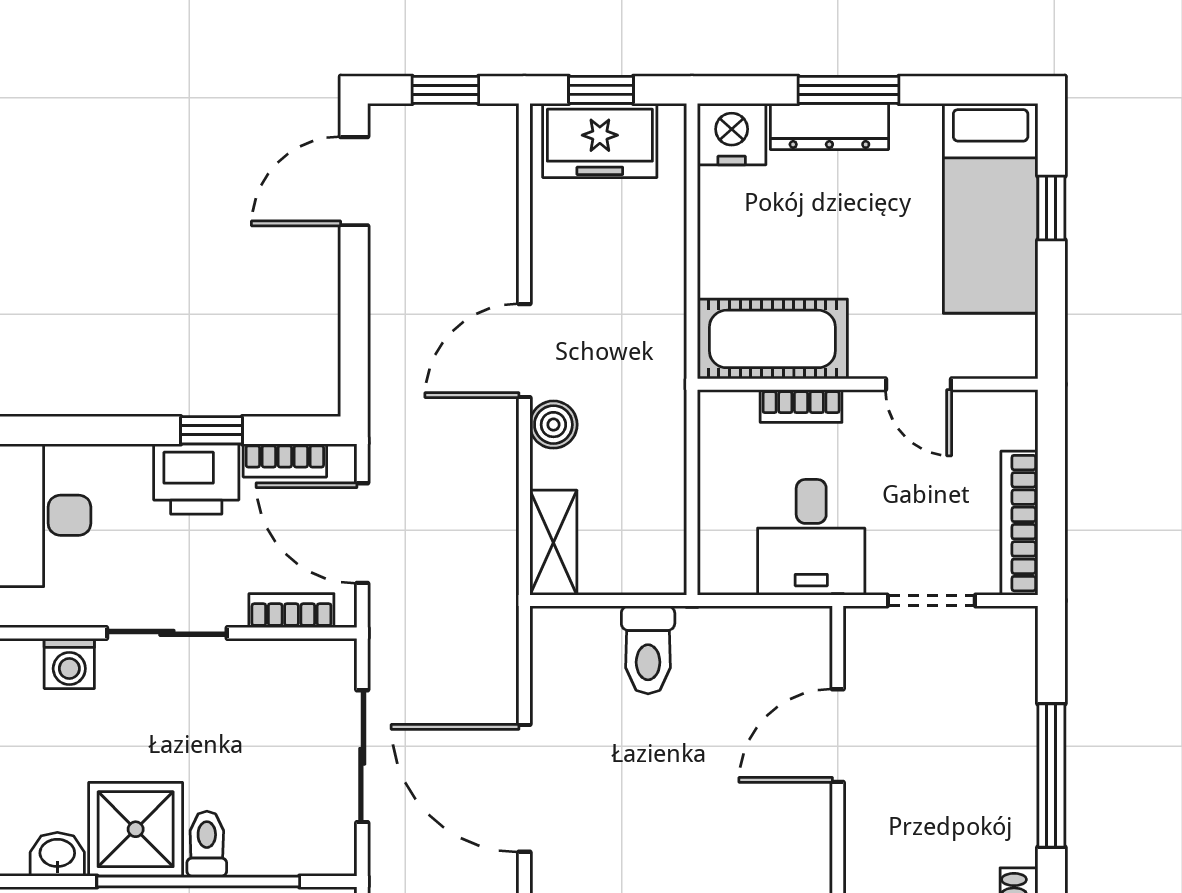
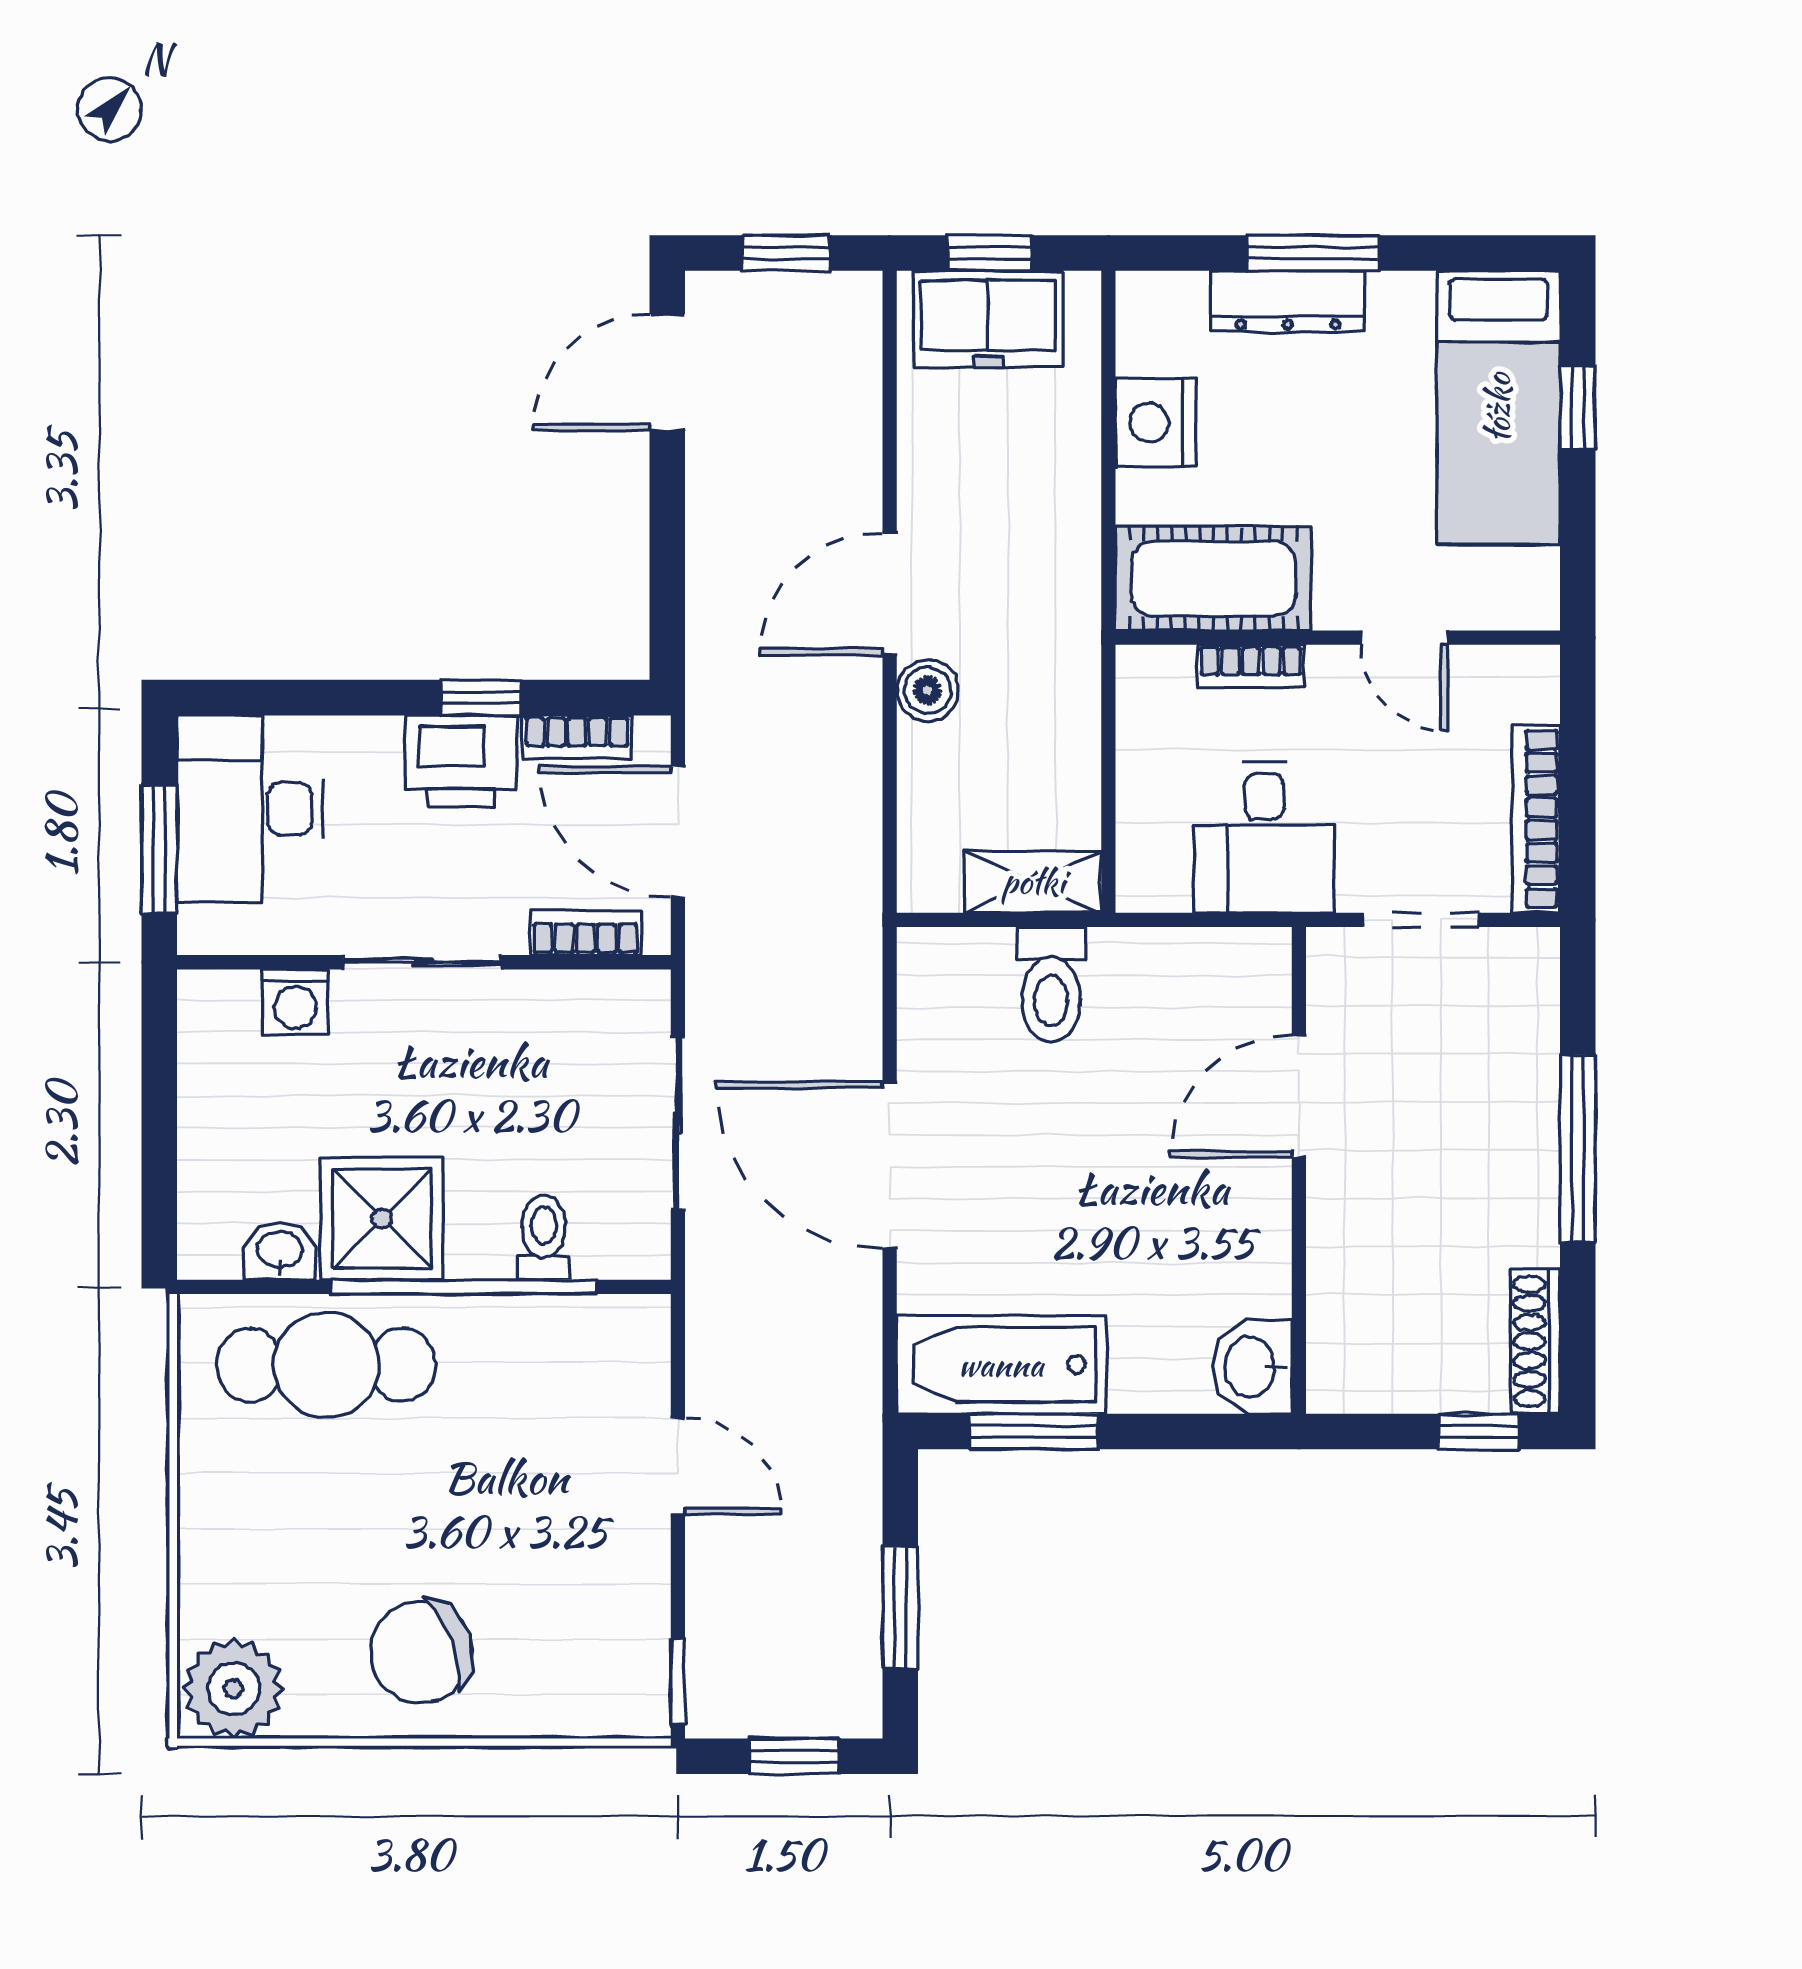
nightstand: (732, 134) -> (1156, 423), moved, turned -90
shelving: (553, 543) -> (1033, 882), moved, turned 90
toilet: (207, 844) -> (544, 1237), moved

